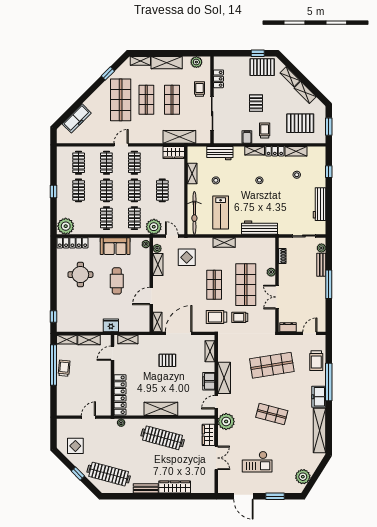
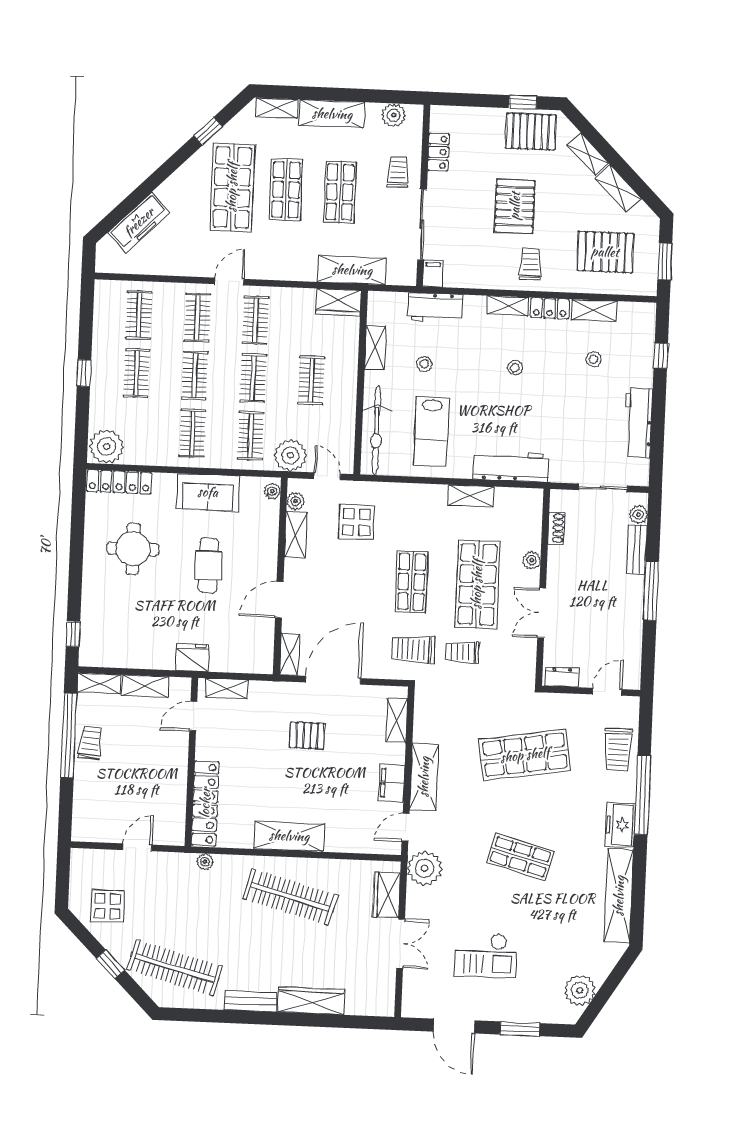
pallet: (256, 103) -> (515, 206), width x1.50, depth x1.42
filing cabinet: (247, 137) -> (433, 274), moved
shelving: (224, 242) -> (471, 496), moved

